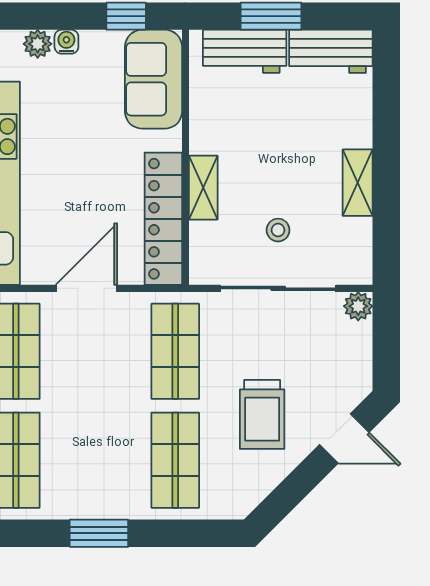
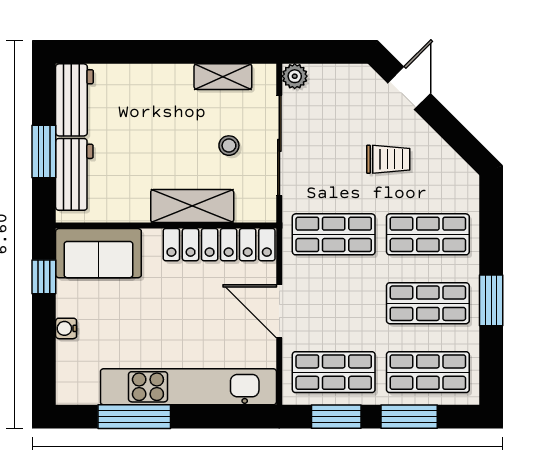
plant: (38, 44) -> (68, 353), removed
shelving: (358, 183) -> (223, 77), moved
shelving: (203, 188) -> (192, 206), width x1.50, depth x1.33
trolley: (262, 414) -> (388, 159), width x0.73, depth x0.72
shop shelf: (96, 460) -> (428, 303), added

